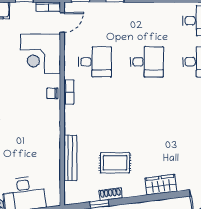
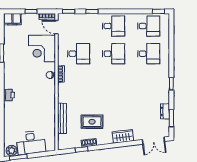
desk: (147, 21) -> (114, 26), added
door: (62, 22) -> (56, 27), swing flipped

